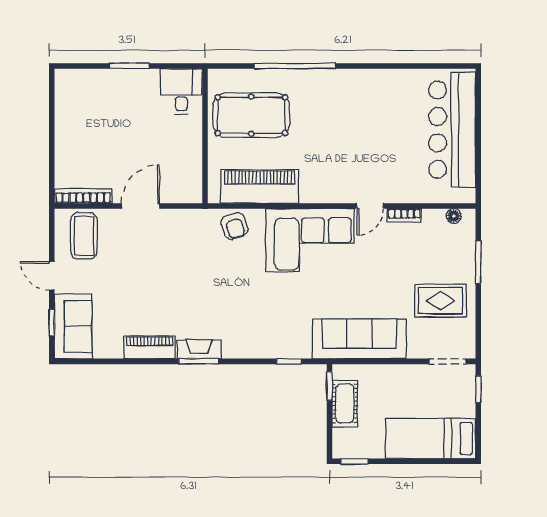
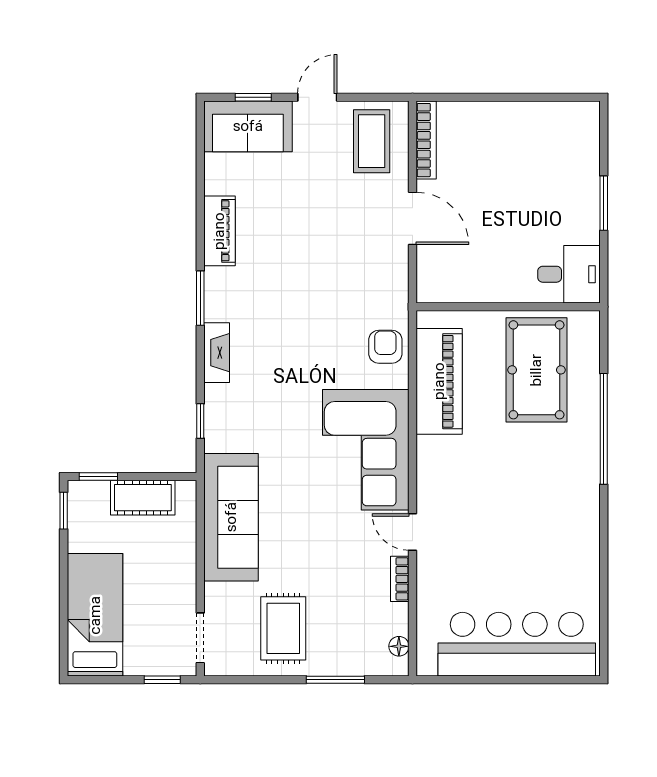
armchair: (234, 226) -> (385, 347), turned 109
coffee table: (84, 236) -> (372, 141), turned 90
fireplace: (199, 349) -> (217, 353), moved
window: (329, 386) -> (98, 477), moved

